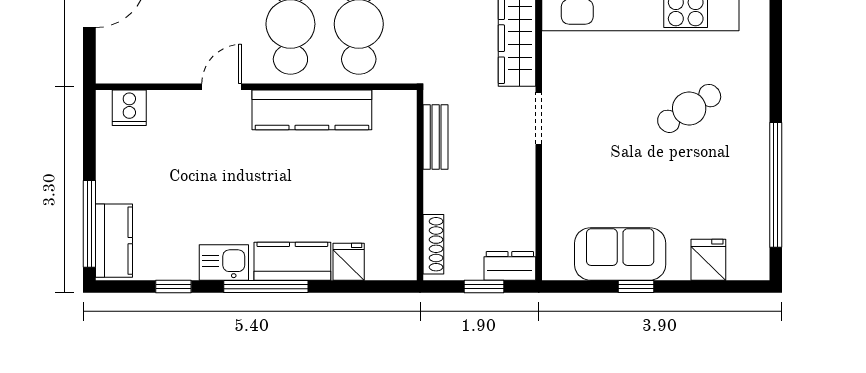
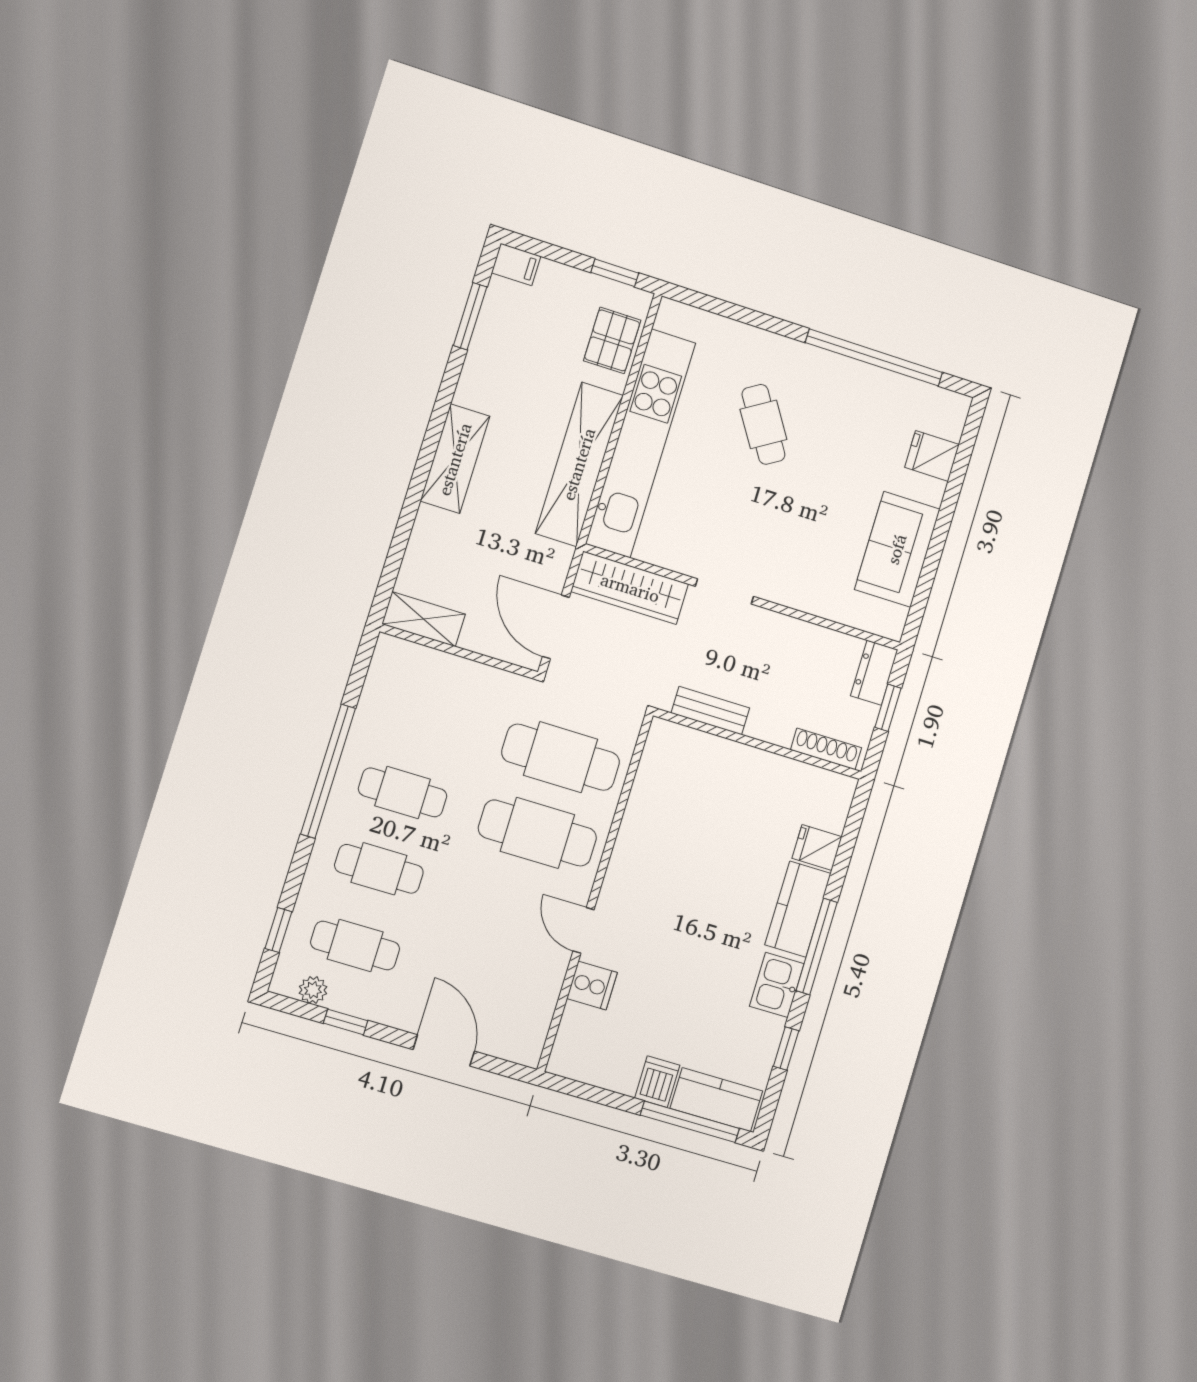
cooker: (129, 108) -> (592, 985), moved
kitchen counter: (312, 110) -> (639, 838), removed
dishwasher: (115, 187) -> (657, 1082), added
window: (636, 287) -> (937, 543), removed

